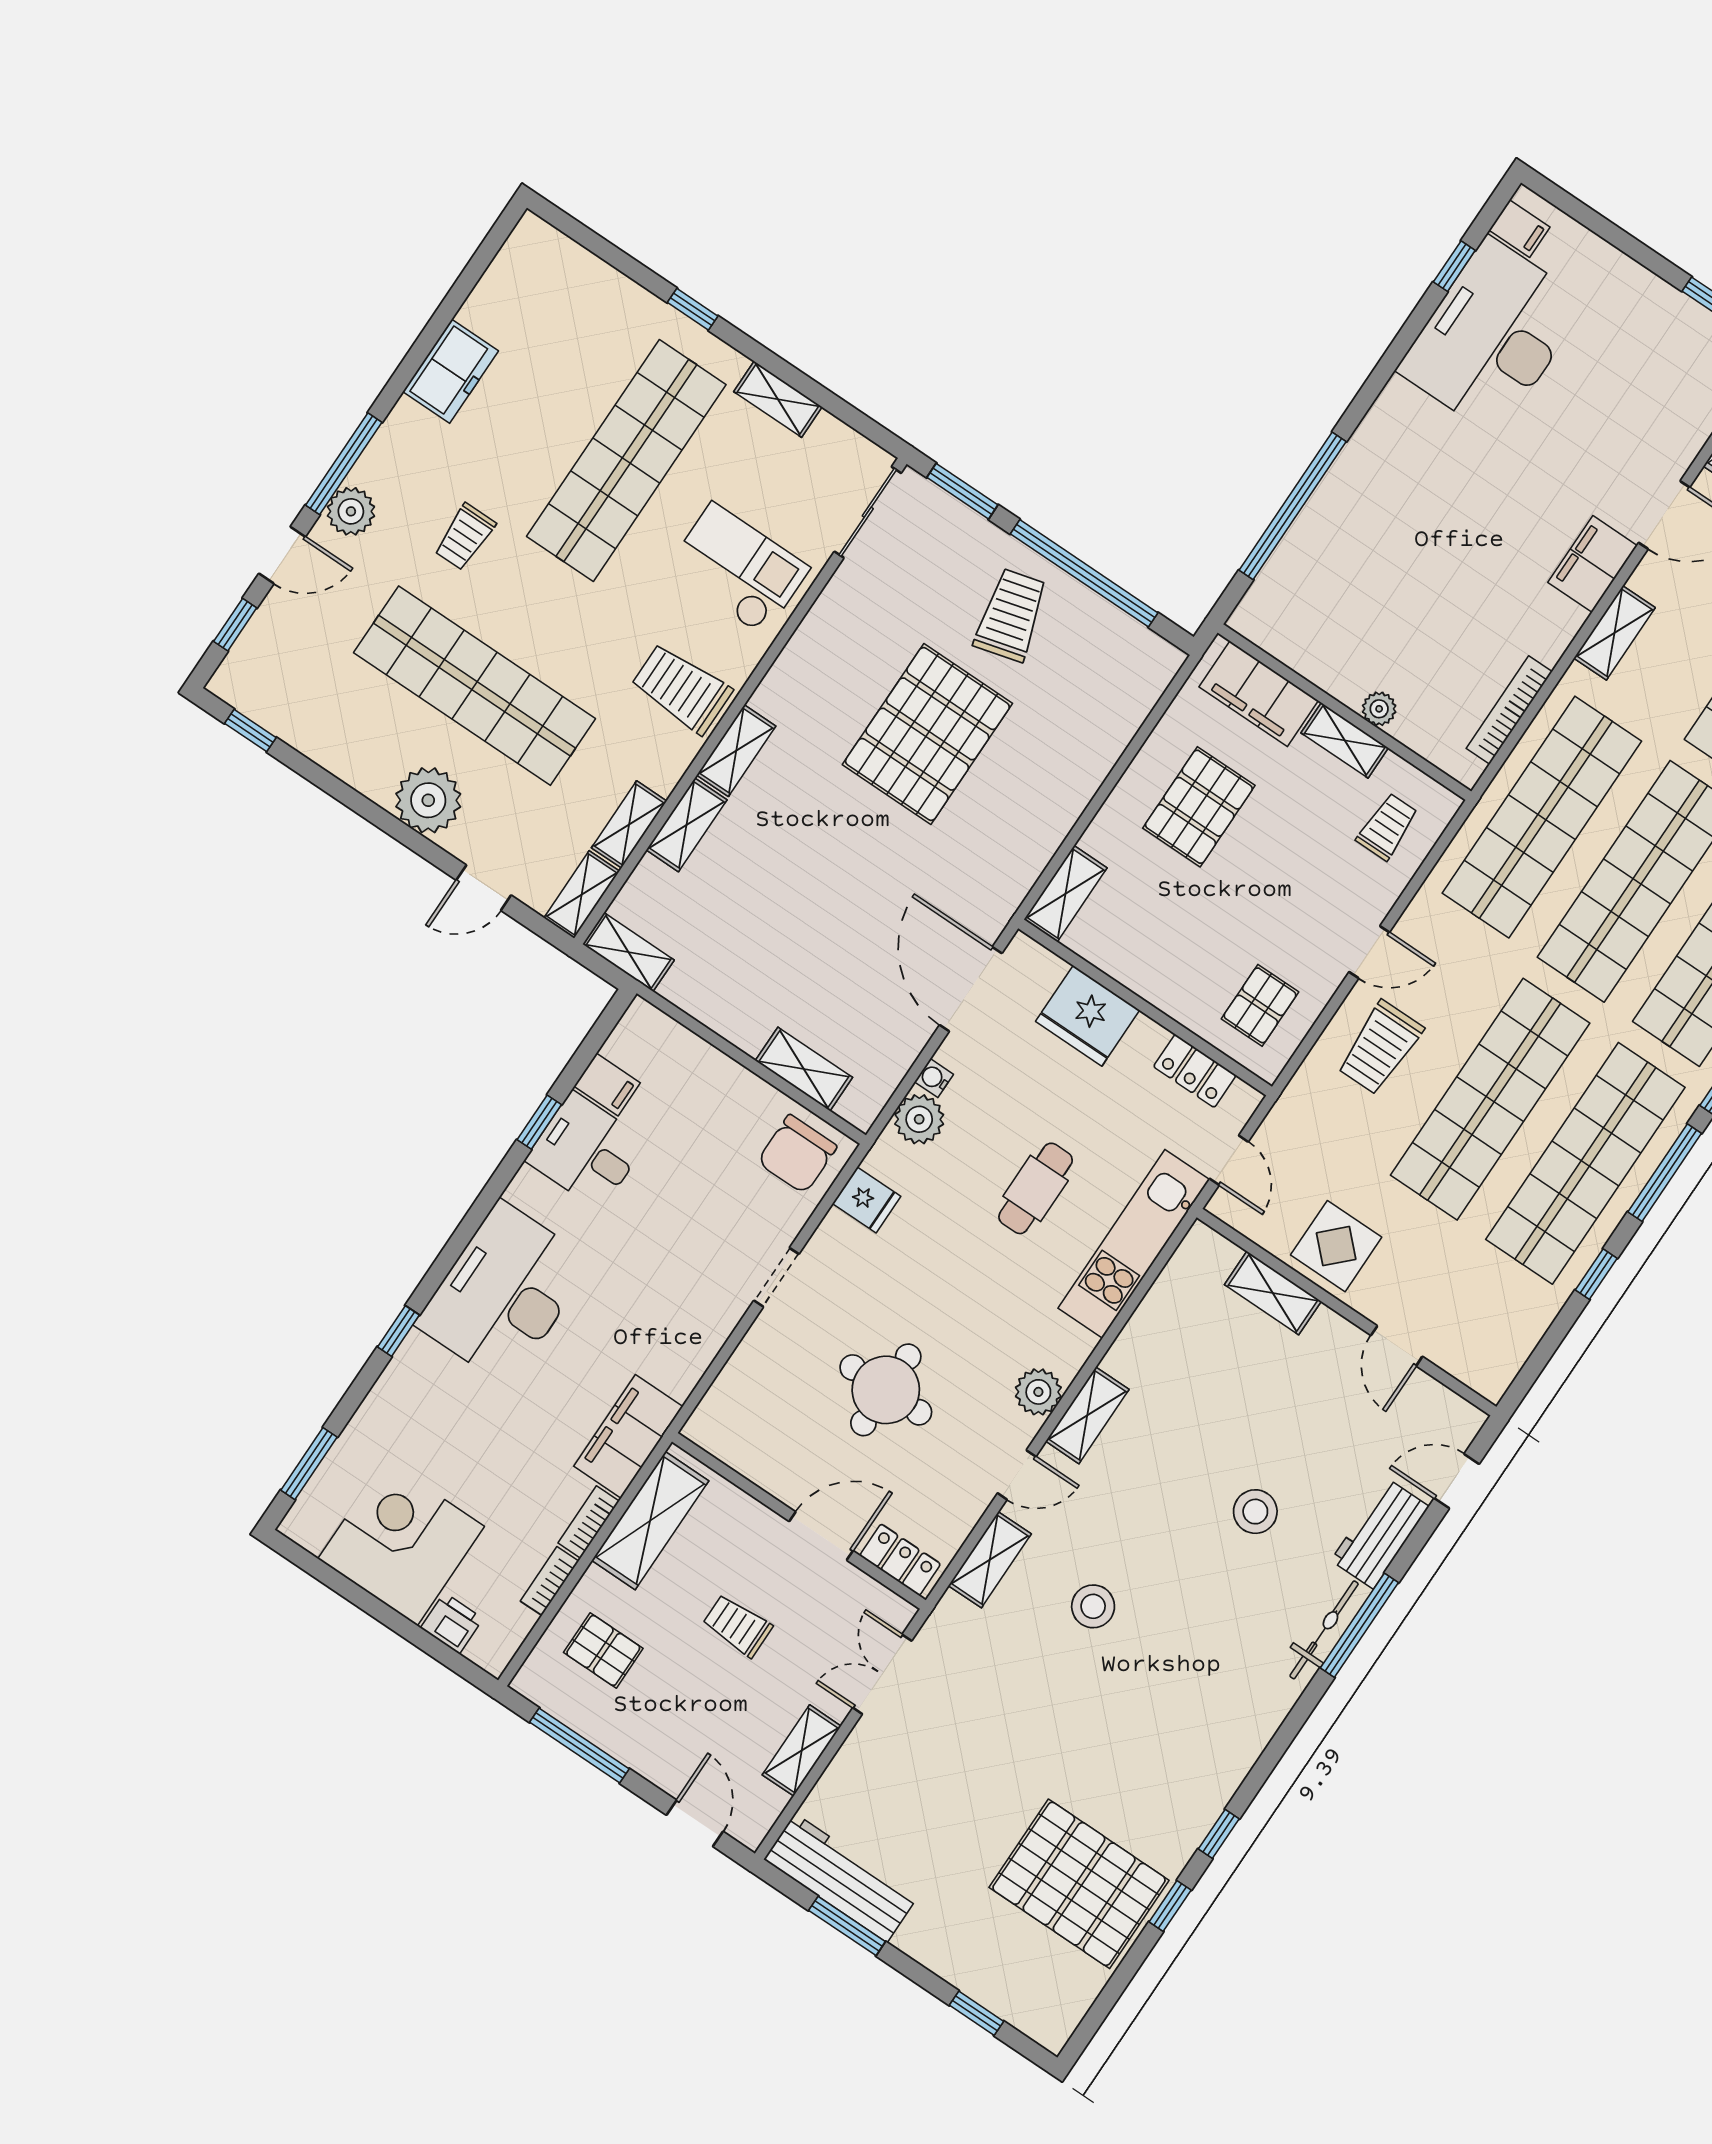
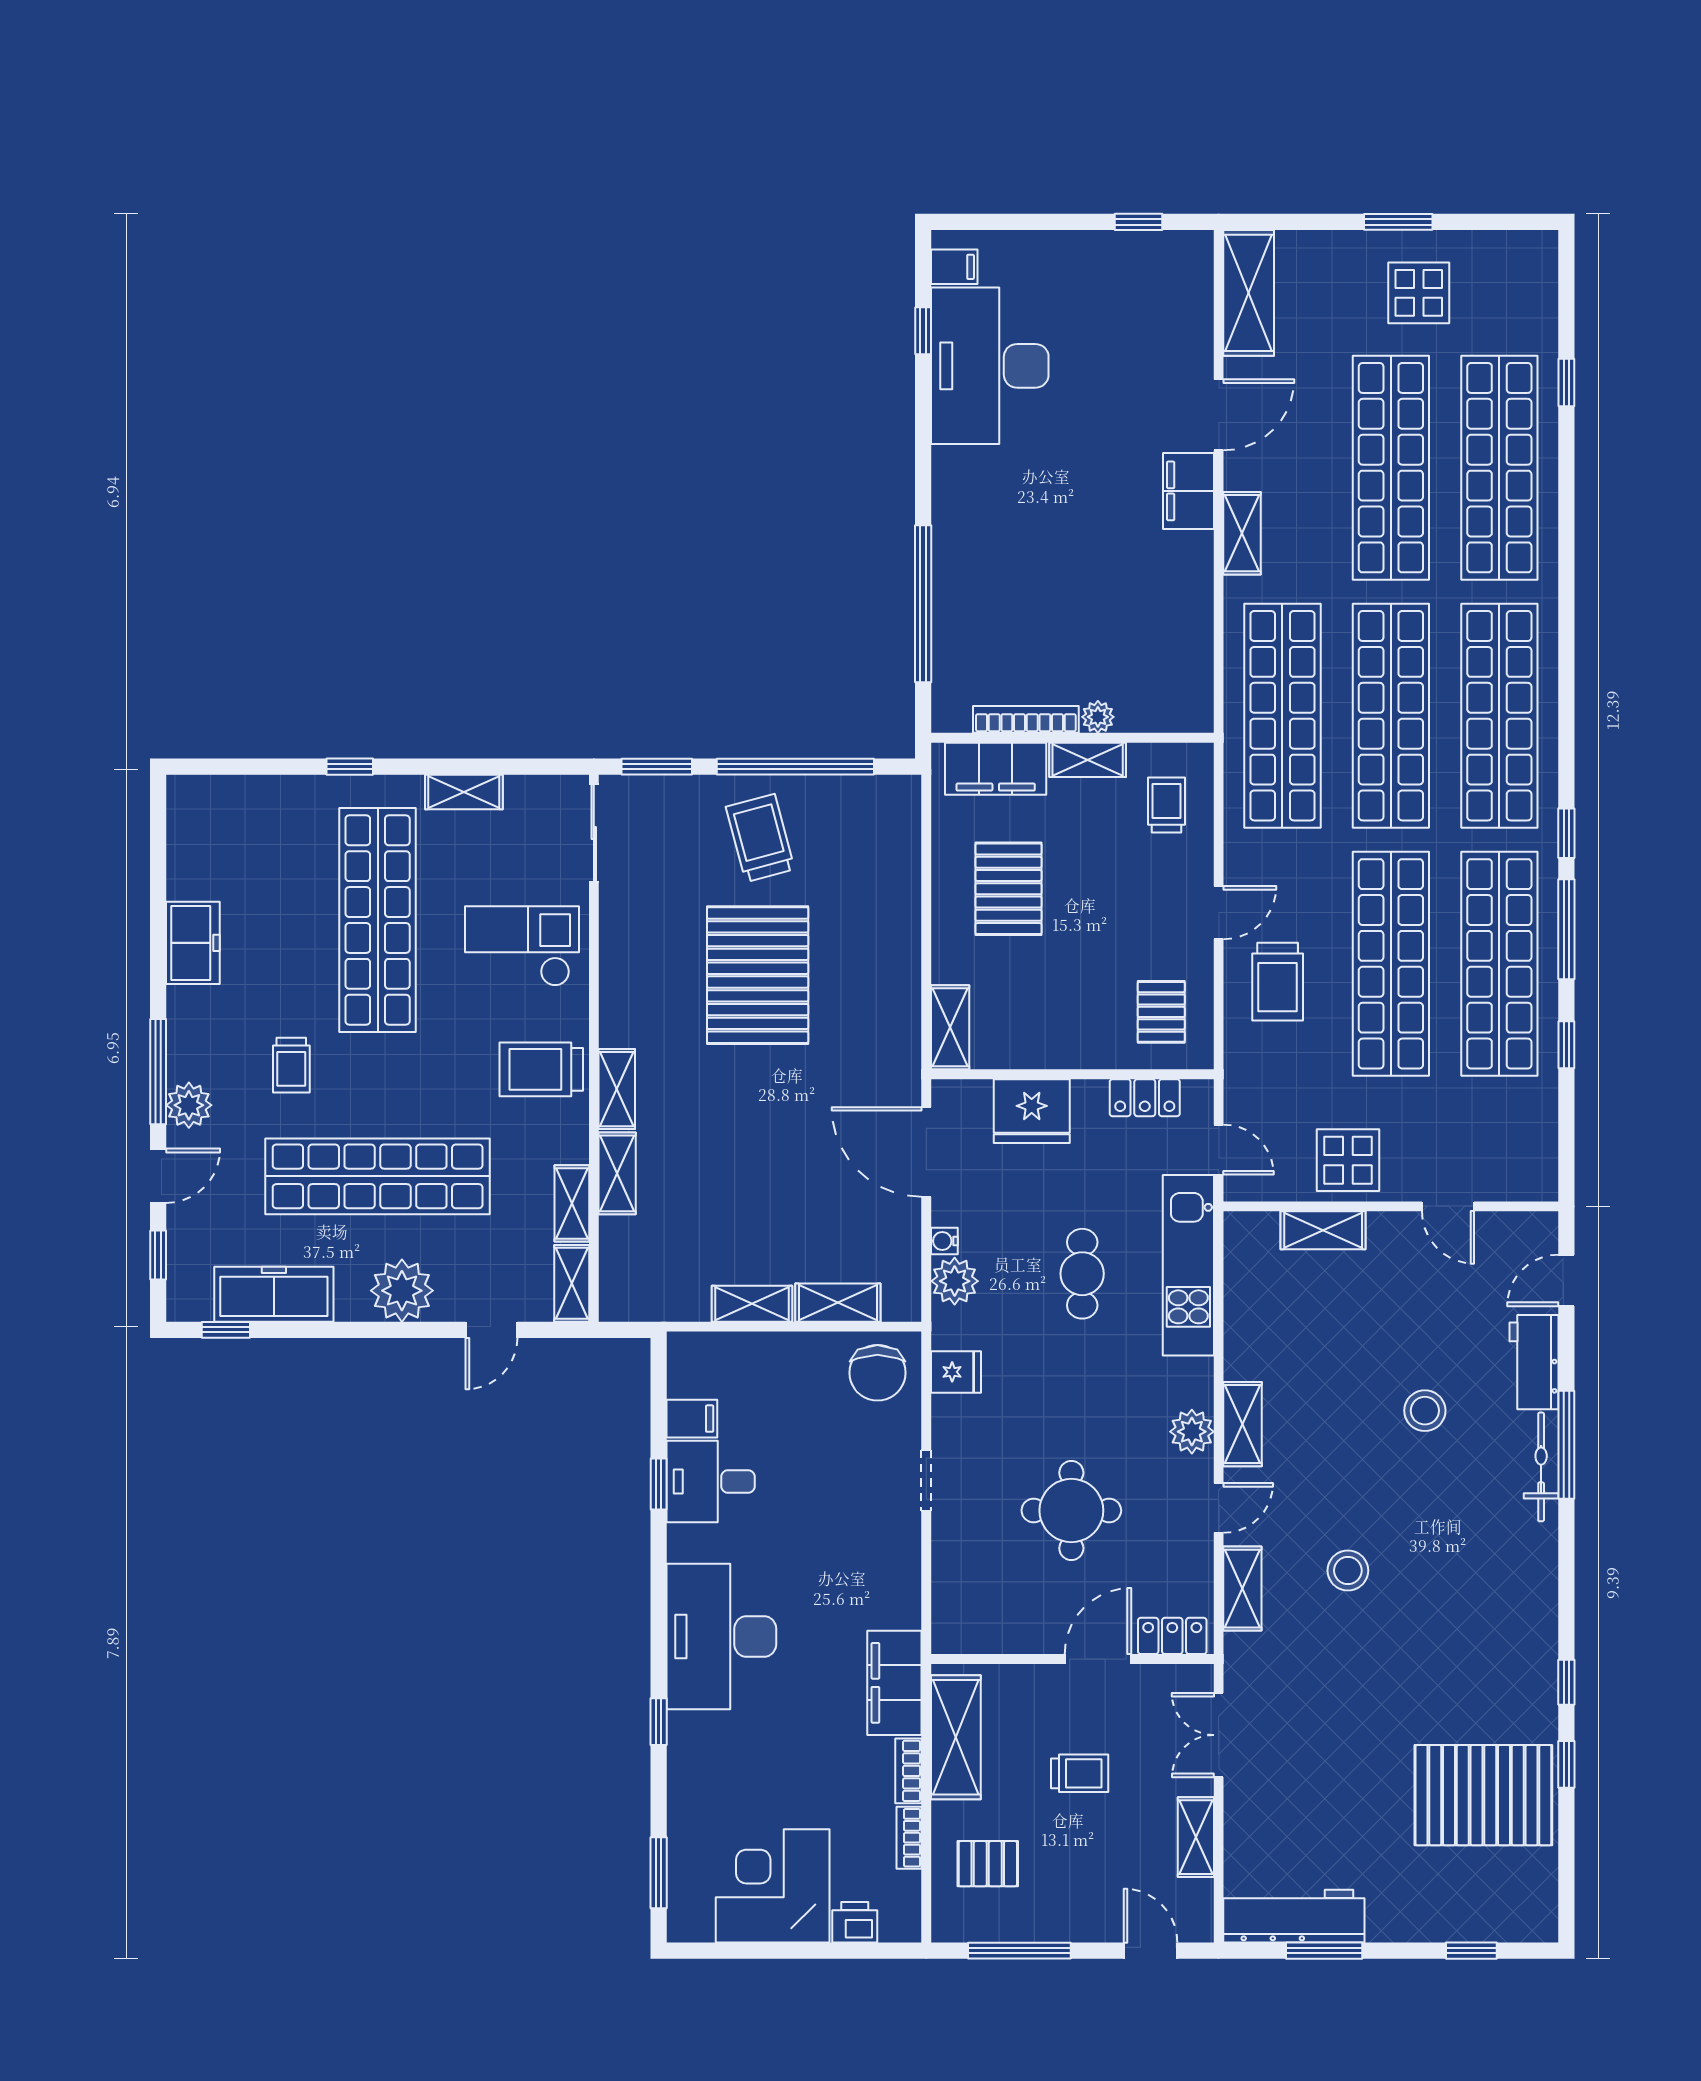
bookcase: (1509, 710) -> (1026, 719), moved, turned 90
freezer: (314, 728) -> (274, 1294), added
shelving: (628, 952) -> (752, 1304), moved
trolley: (737, 1626) -> (1080, 1773), turned 180

